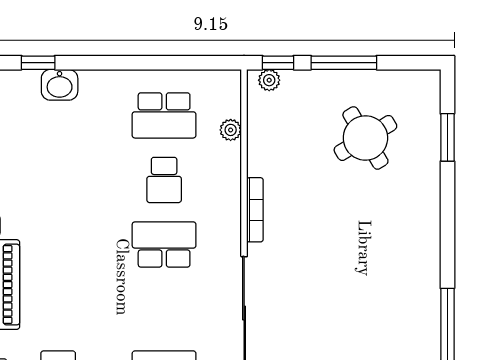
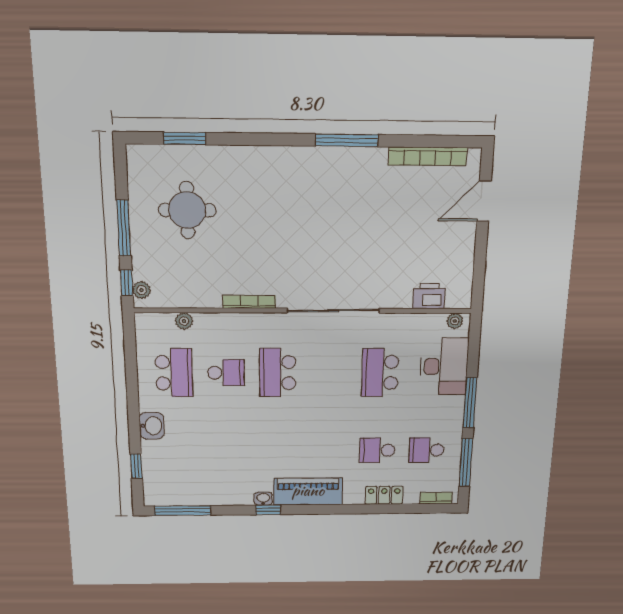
washbasin: (60, 85) -> (152, 426), moved
round table: (365, 138) -> (187, 210), turned 31

